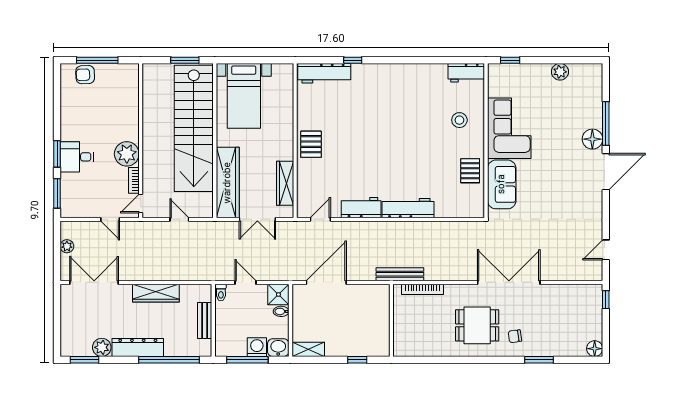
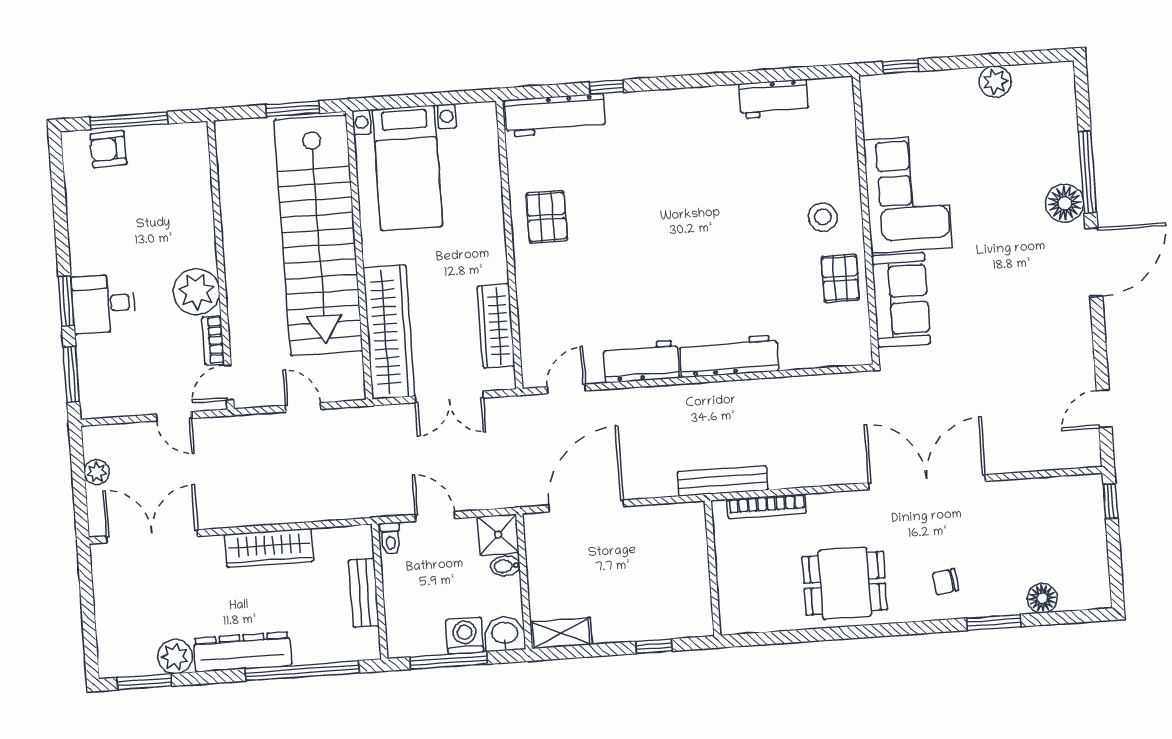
workbench: (466, 73) -> (774, 99), moved
stool: (459, 120) -> (823, 217), moved
pallet: (311, 144) -> (547, 217), moved
dining table: (477, 325) -> (845, 583), moved
floor lamp: (595, 349) -> (1042, 598), moved

